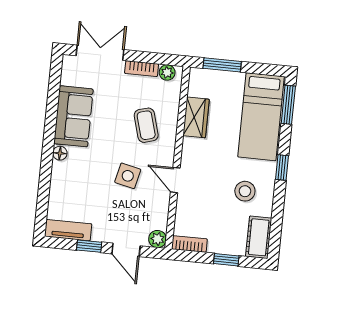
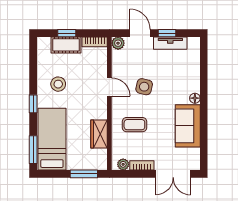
coffee table: (146, 125) -> (134, 125), turned -74
tv unit: (68, 230) -> (170, 43), moved
cot: (259, 237) -> (66, 45), moved, turned 90

